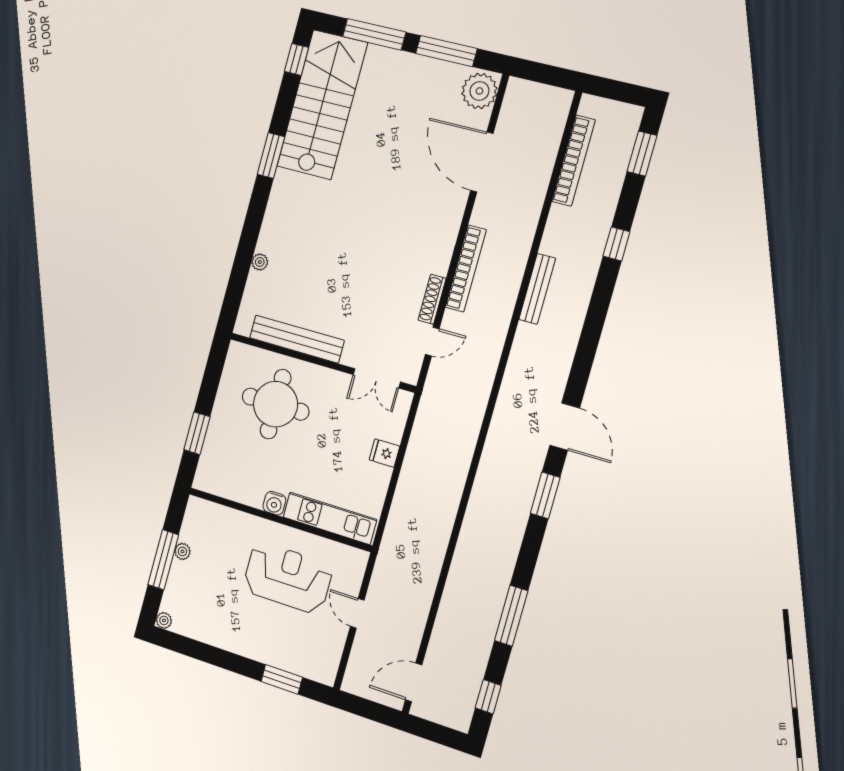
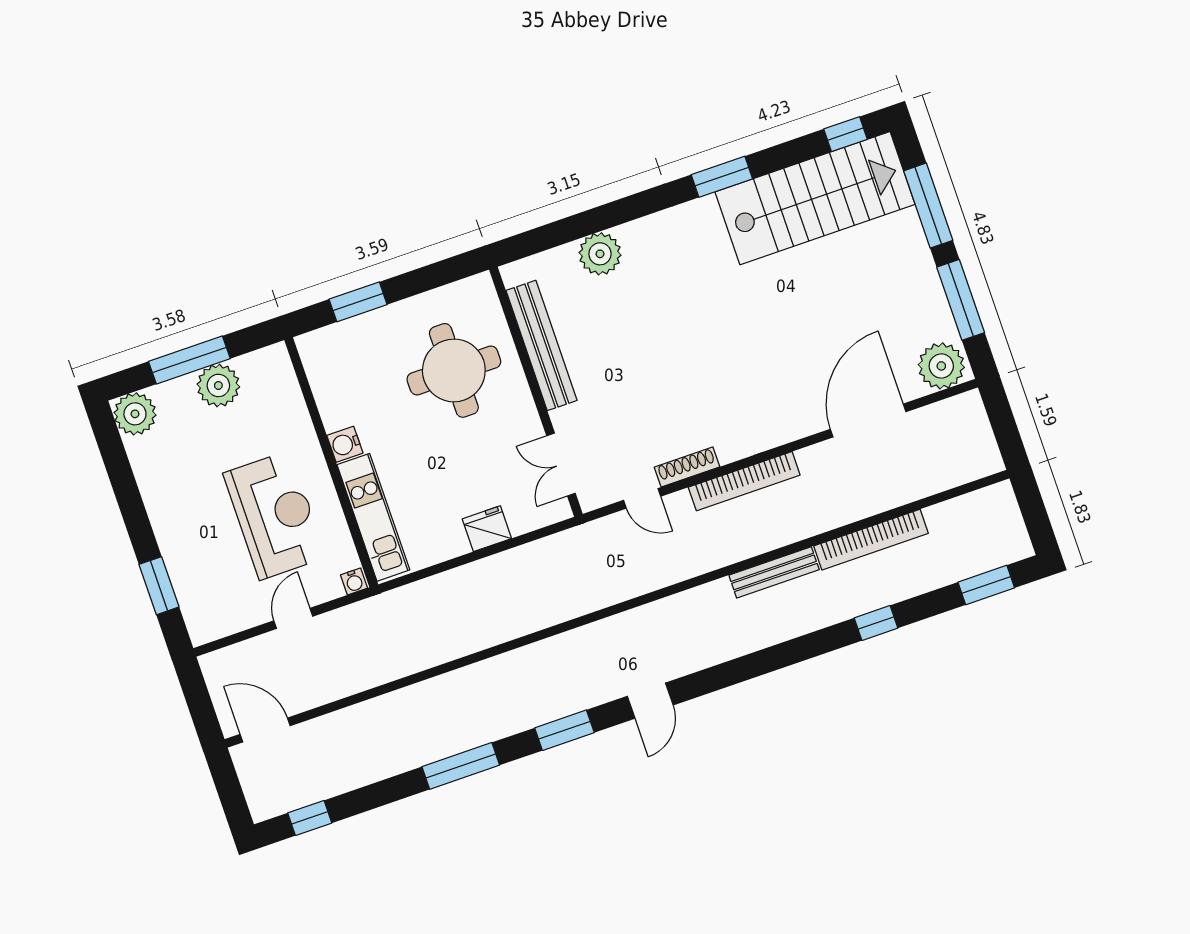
bookcase: (574, 161) -> (871, 540), moved
plant: (260, 262) -> (600, 254), width x1.88, depth x1.88
door: (565, 427) -> (650, 701), width x0.73
fridge: (384, 453) -> (487, 529), width x1.38
plant: (182, 551) -> (218, 385), width x1.88, depth x1.88
water cooler: (360, 559) -> (354, 581), added
window: (511, 616) -> (461, 766), moved
plant: (164, 620) -> (135, 414), width x1.88, depth x1.88

